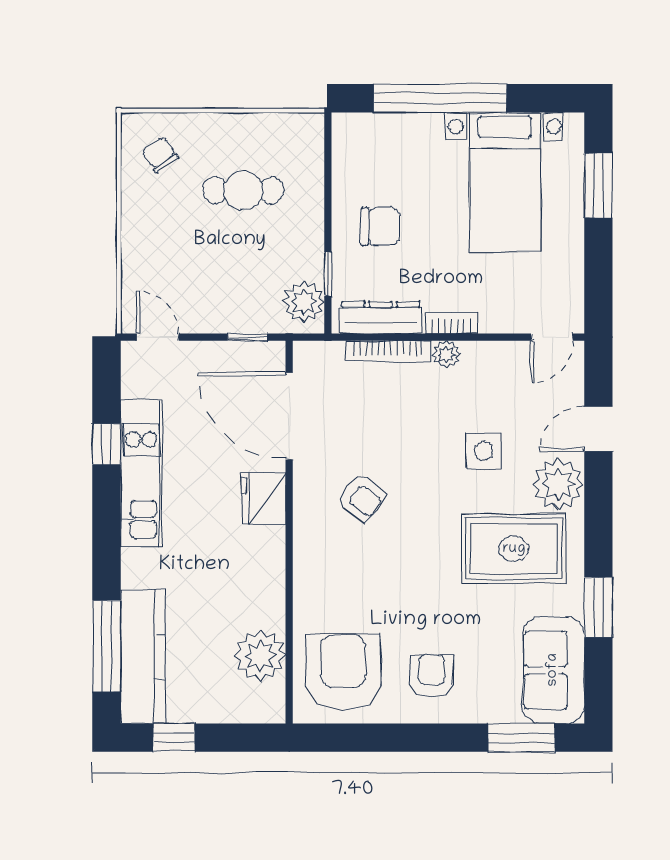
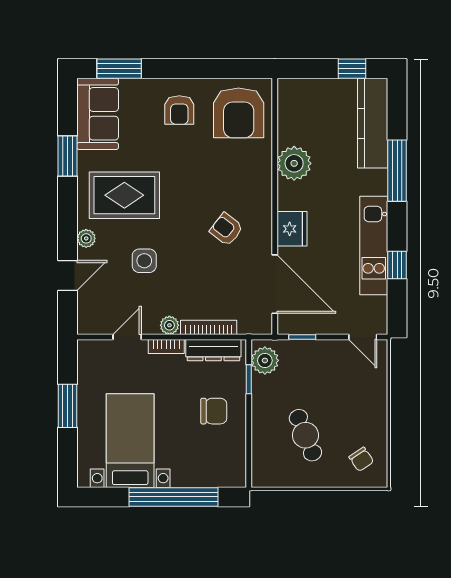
window: (598, 186) -> (68, 406), moved
cafe table: (243, 190) -> (305, 435), turned 68
chair: (380, 226) -> (214, 411), turned 180
door: (552, 337) -> (127, 337), moved
plant: (558, 484) -> (86, 238), width x0.53, depth x0.53
window: (107, 646) -> (397, 171), moved
plant: (260, 656) -> (294, 163), moved

